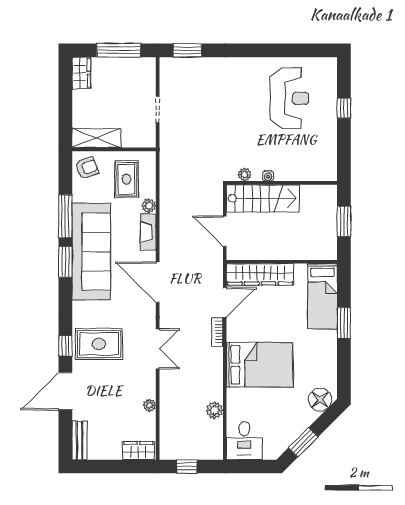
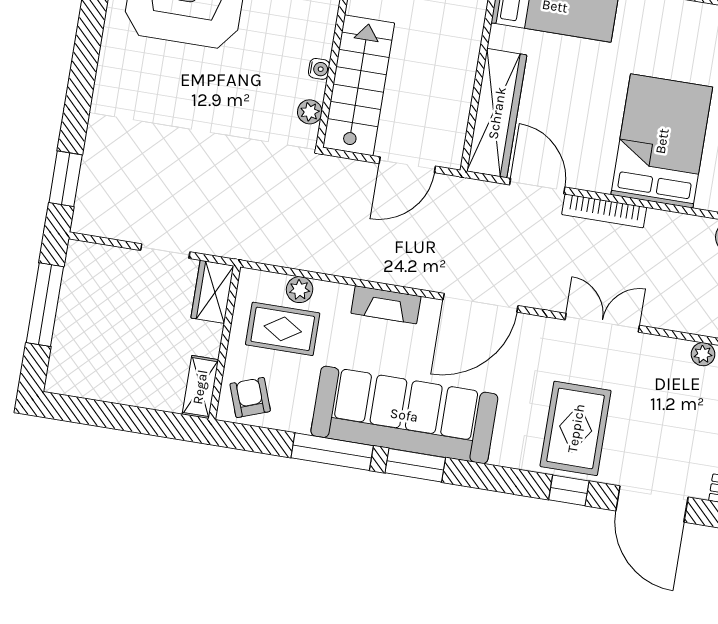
wardrobe: (81, 73) -> (212, 292), moved, turned -90
shelving: (96, 138) -> (200, 387), width x0.67, depth x0.75
plant: (149, 206) -> (300, 290), moved
bookcase: (217, 332) -> (604, 211), width x1.56

